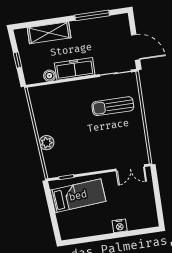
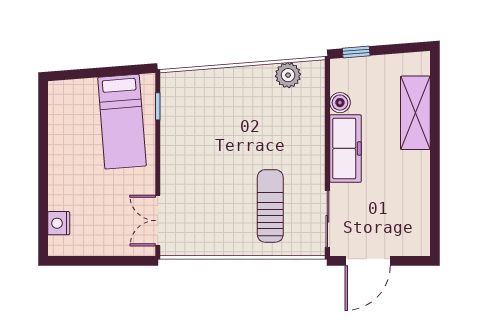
window: (92, 15) -> (435, 193), removed
window: (17, 60) -> (356, 52), moved
plant: (47, 143) -> (288, 75), moved
nightstand: (120, 226) -> (59, 223), moved

